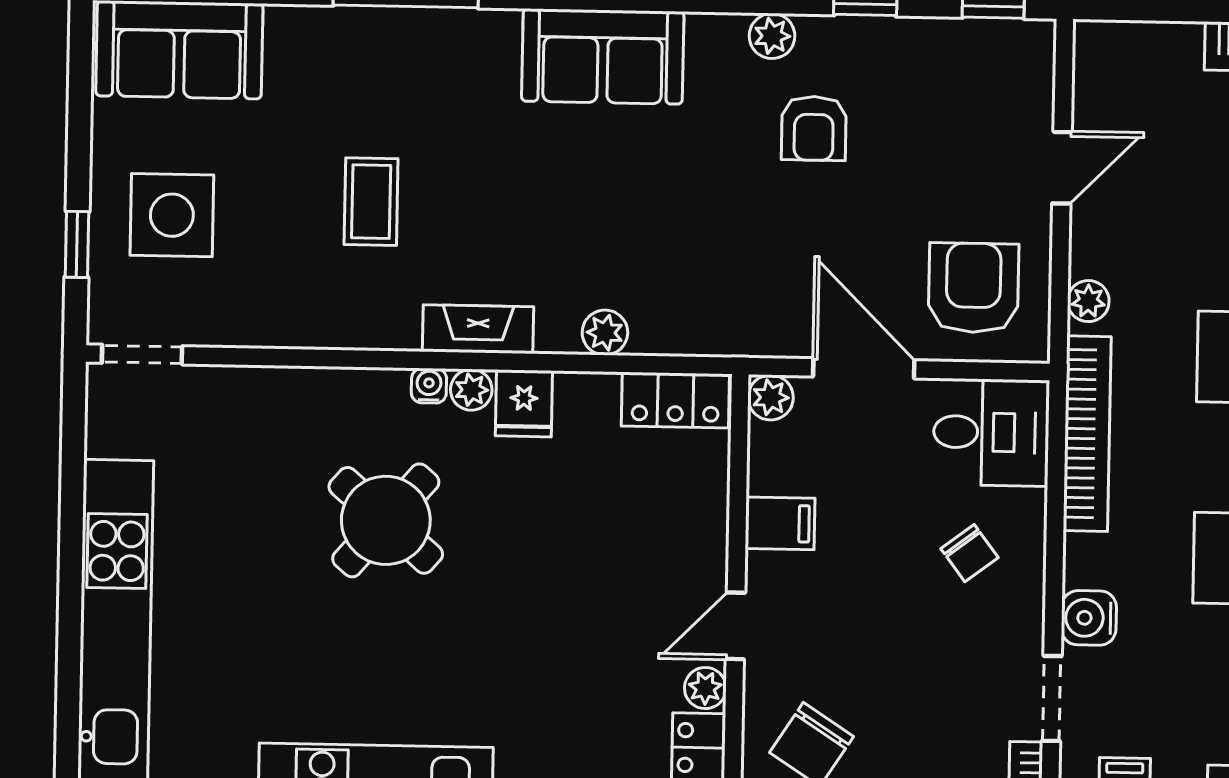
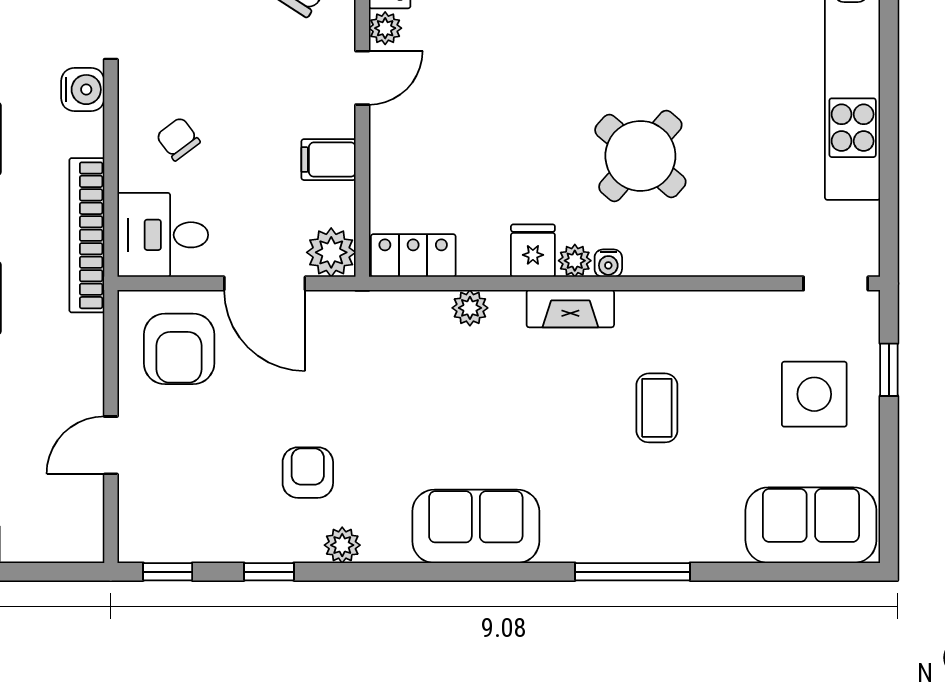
plant: (1088, 301) -> (88, 340), removed
plant: (771, 397) -> (331, 252), width x1.38, depth x1.38

